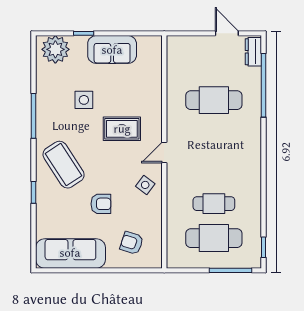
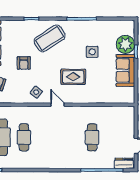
plant: (55, 49) -> (125, 44), moved
cafe table: (214, 100) -> (92, 137), width x0.73, depth x0.74
rug: (122, 129) -> (73, 77), turned 90

